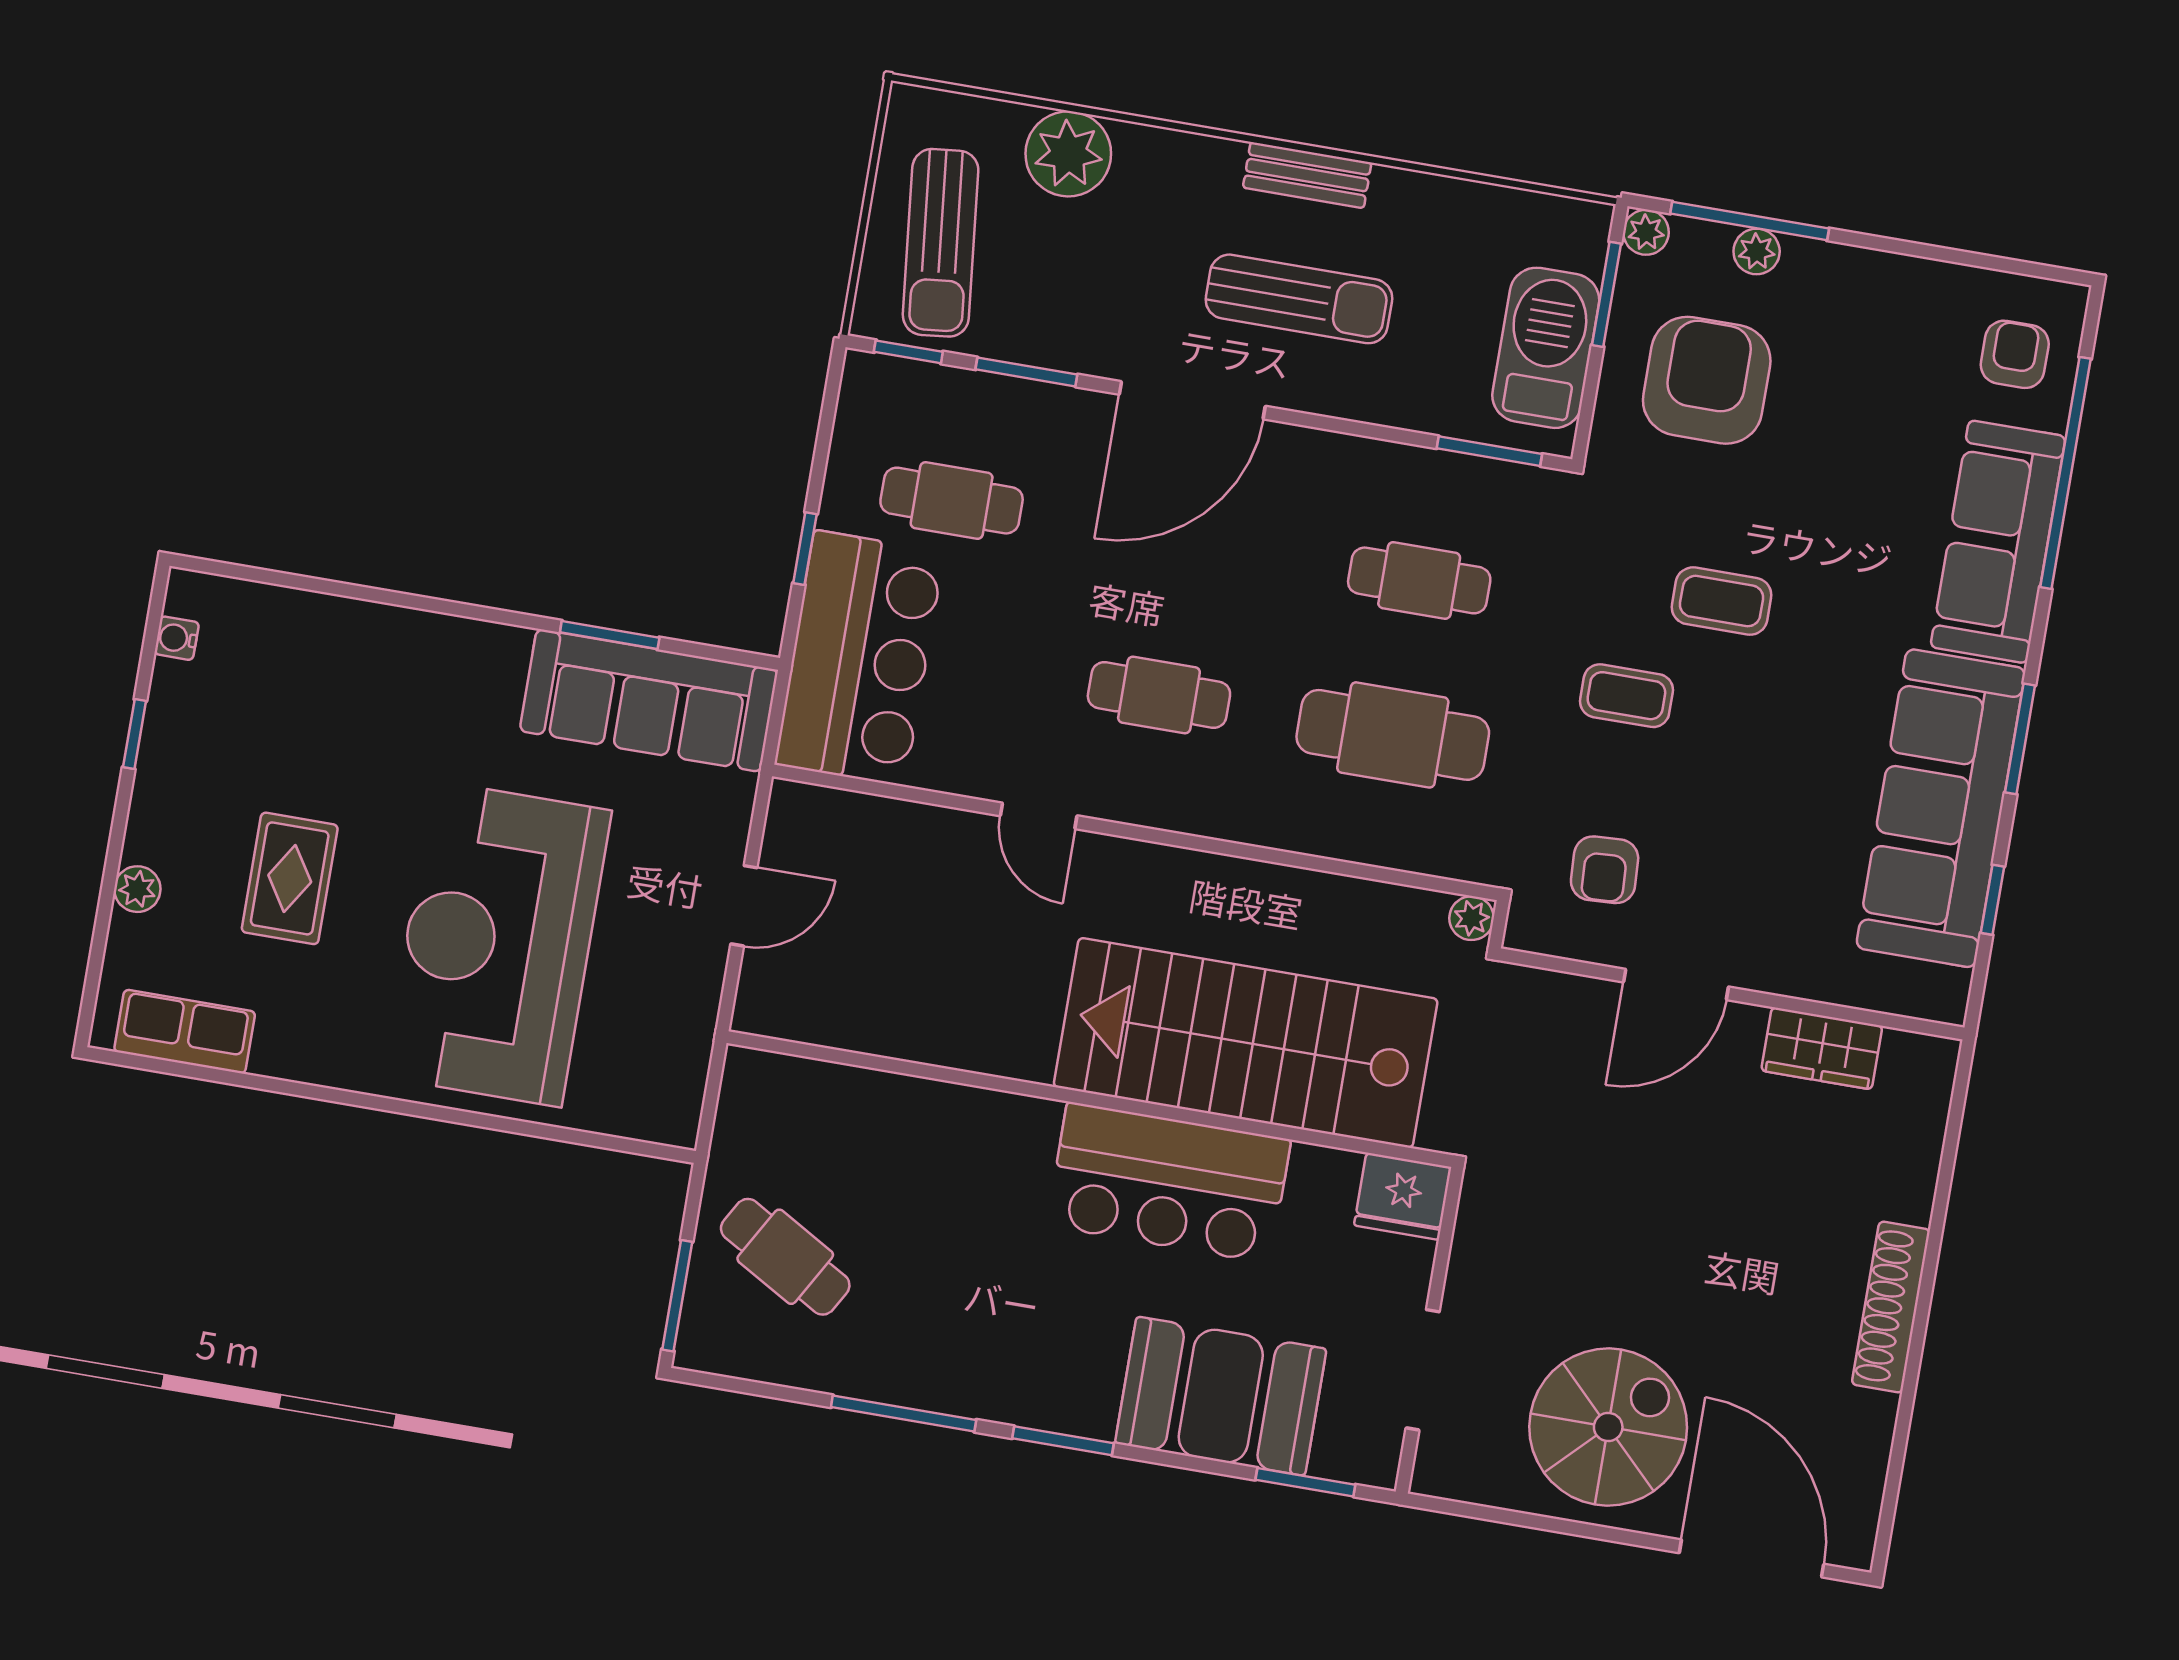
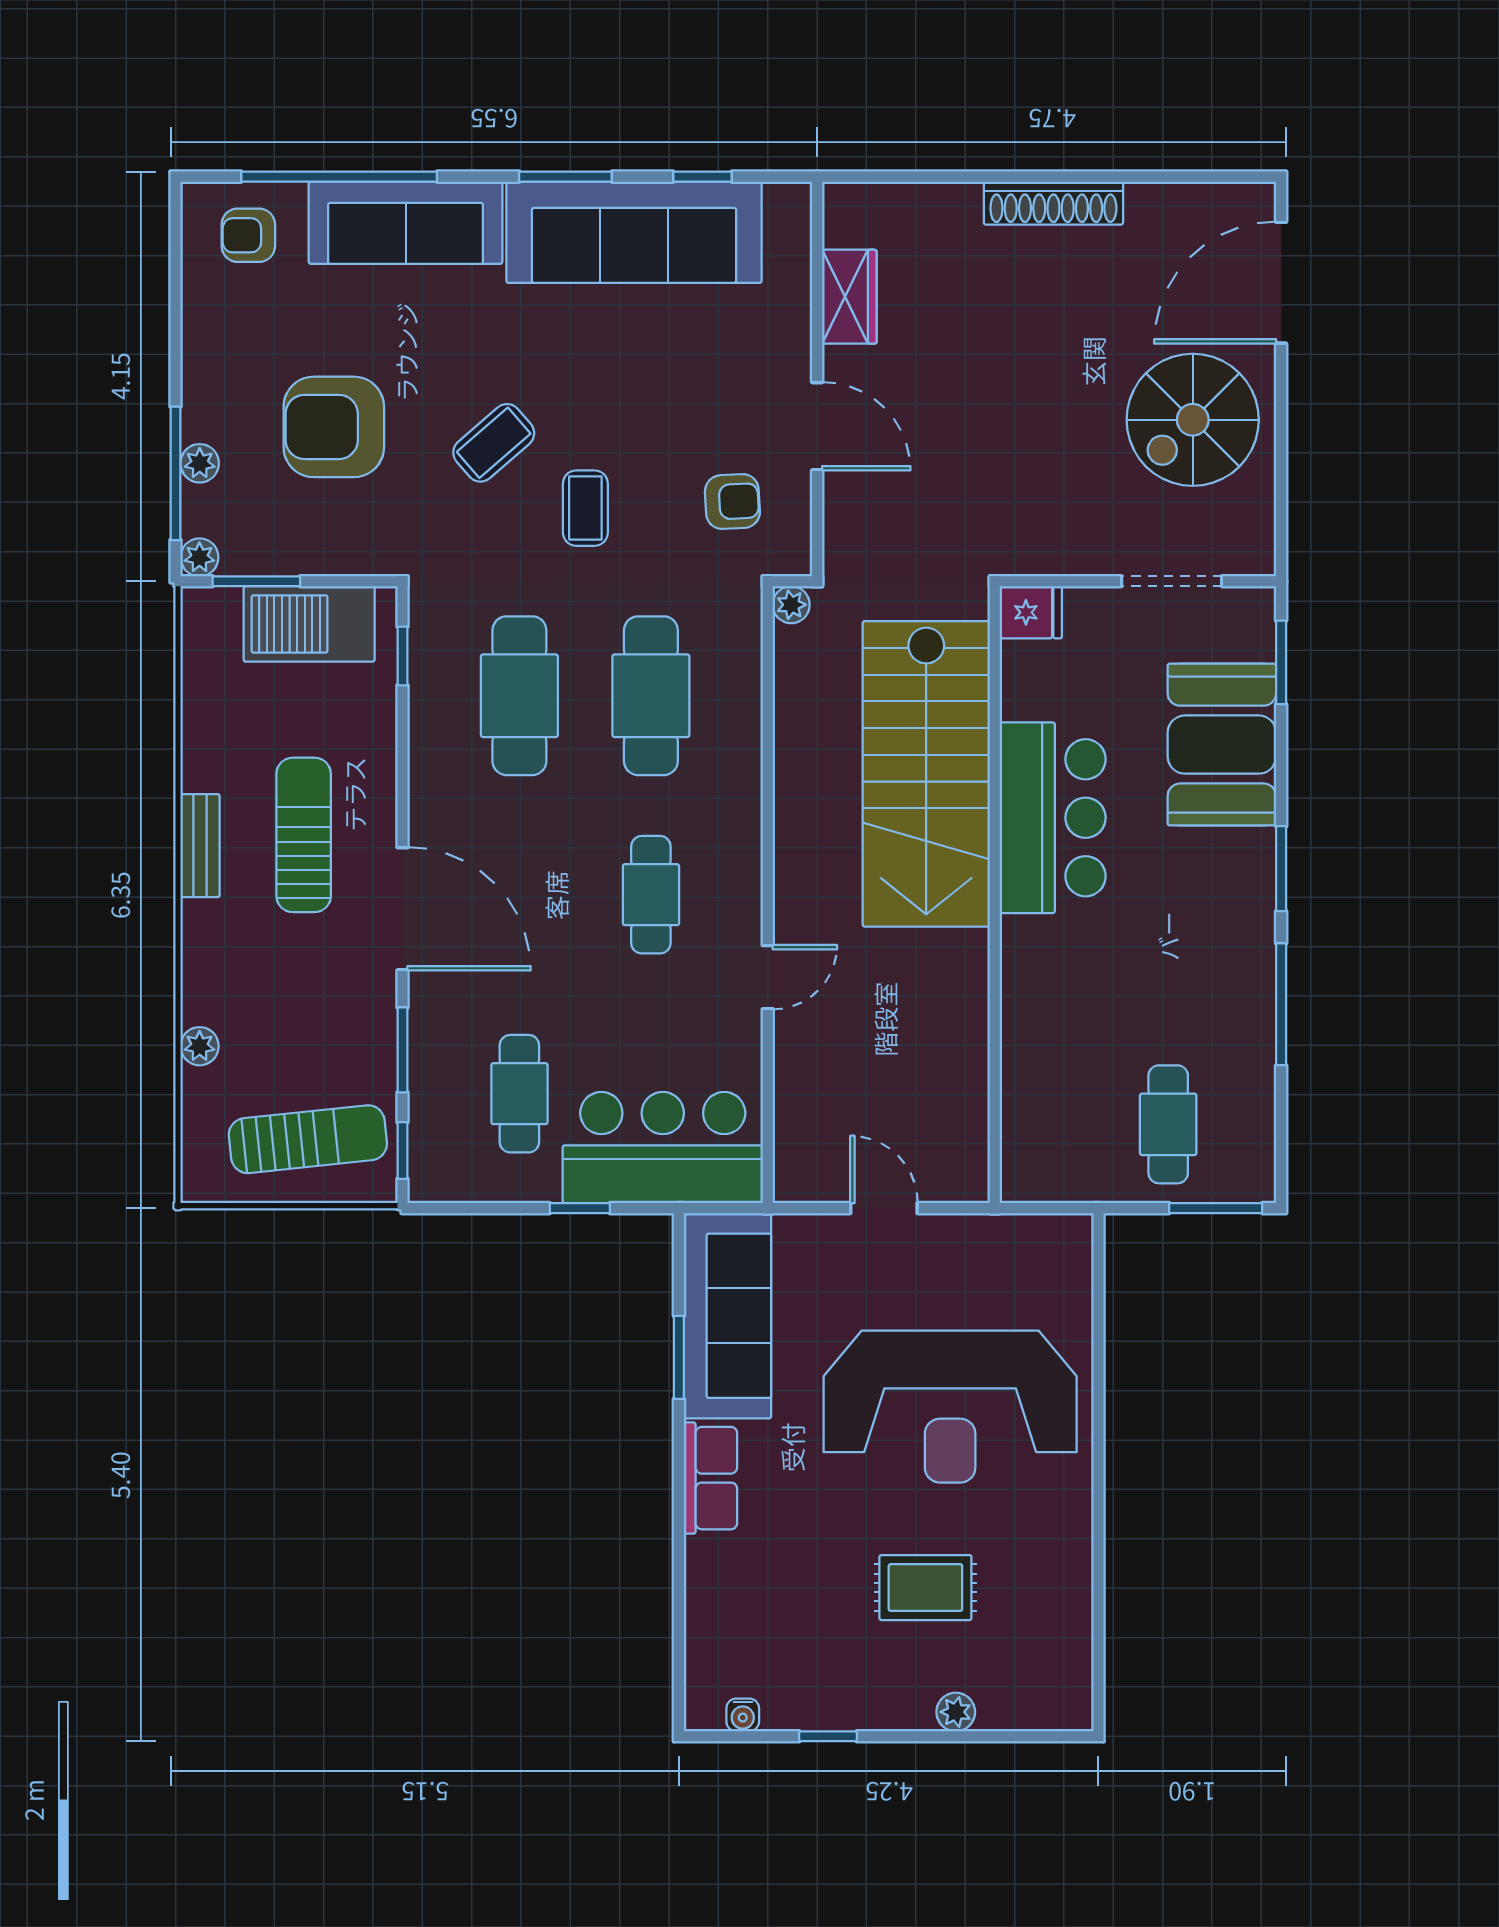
plant: (1068, 154) -> (200, 1046), width x0.53, depth x0.53
armchair: (1707, 380) -> (334, 427), moved
window: (1489, 451) -> (403, 656), width x0.67
cafe table: (1419, 580) -> (519, 696), width x1.37, depth x1.35
coffee table: (1722, 601) -> (494, 443), turned 49
row of seats: (185, 1032) -> (710, 1478), moved, turned 180
fridge: (1403, 1196) -> (1031, 612), width x0.72
cafe table: (785, 1257) -> (1168, 1124), turned -30
spiral stairs: (1608, 1427) -> (1193, 420), turned -90

